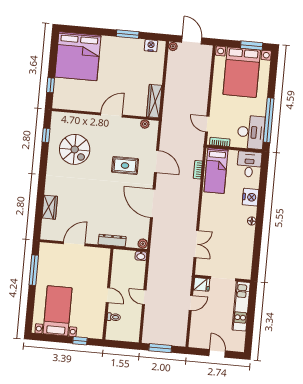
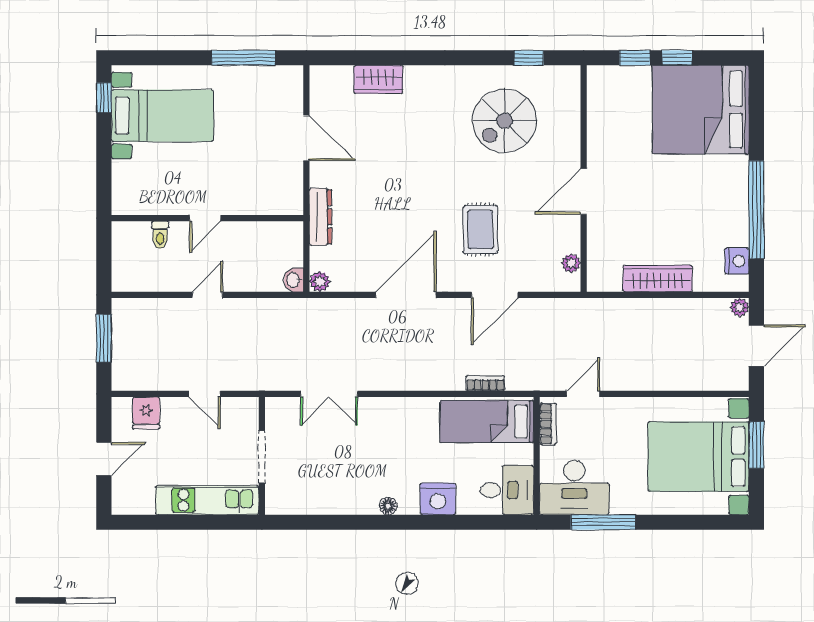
window: (128, 34) -> (756, 210), width x2.11
window: (252, 46) -> (756, 445), moved
window: (52, 65) -> (677, 58), added
wardrobe: (154, 101) -> (658, 279), moved
door: (111, 115) -> (584, 191), swing flipped
window: (269, 120) -> (603, 522), width x0.68
fridge: (202, 284) -> (146, 413), moved
window: (80, 341) -> (104, 98), moved

